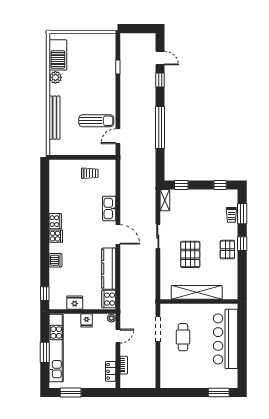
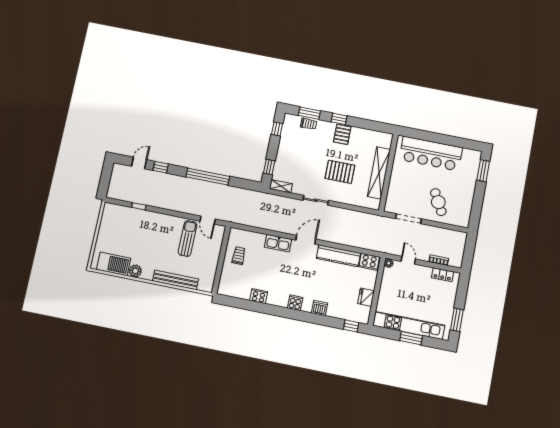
cooker: (55, 221) -> (259, 296), moved
pallet: (227, 250) -> (342, 134), turned 90
fridge: (87, 320) -> (387, 289), removed
cafe table: (183, 337) -> (438, 202), moved, turned 62

